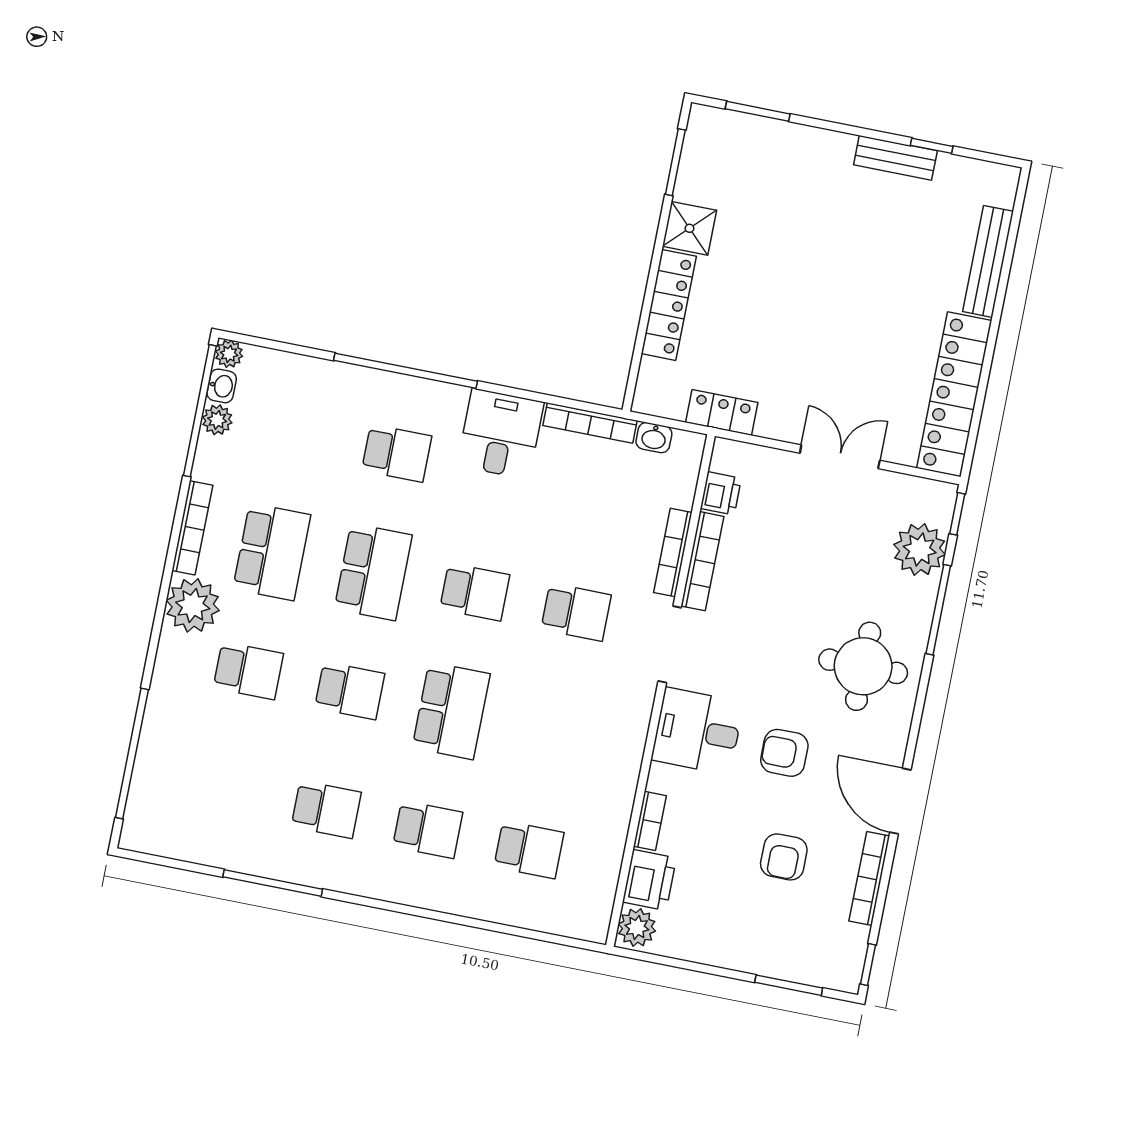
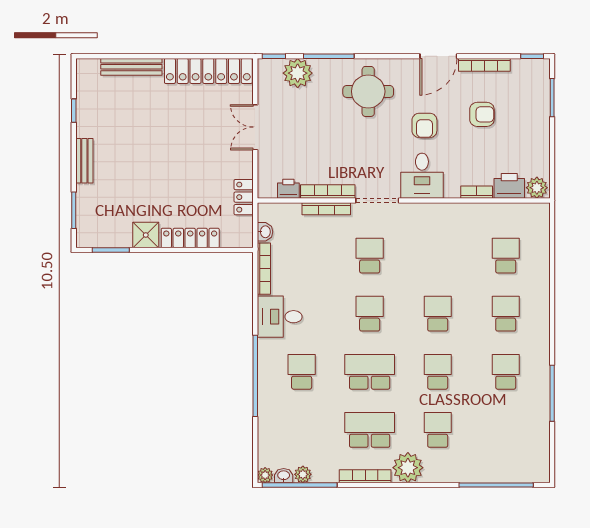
bench: (895, 158) -> (84, 161), moved
school desk: (451, 711) -> (438, 314), width x0.54

